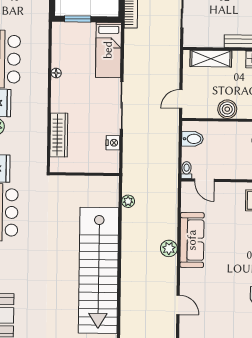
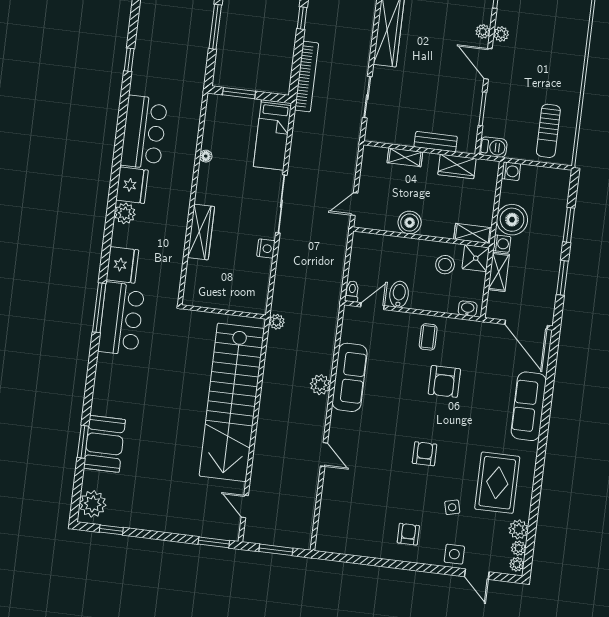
shelving: (211, 59) -> (405, 157), width x0.67, depth x0.75
bidet: (192, 139) -> (399, 294), moved, turned -90
wall: (84, 174) -> (224, 312), moved
door: (204, 180) -> (372, 306), swing flipped

